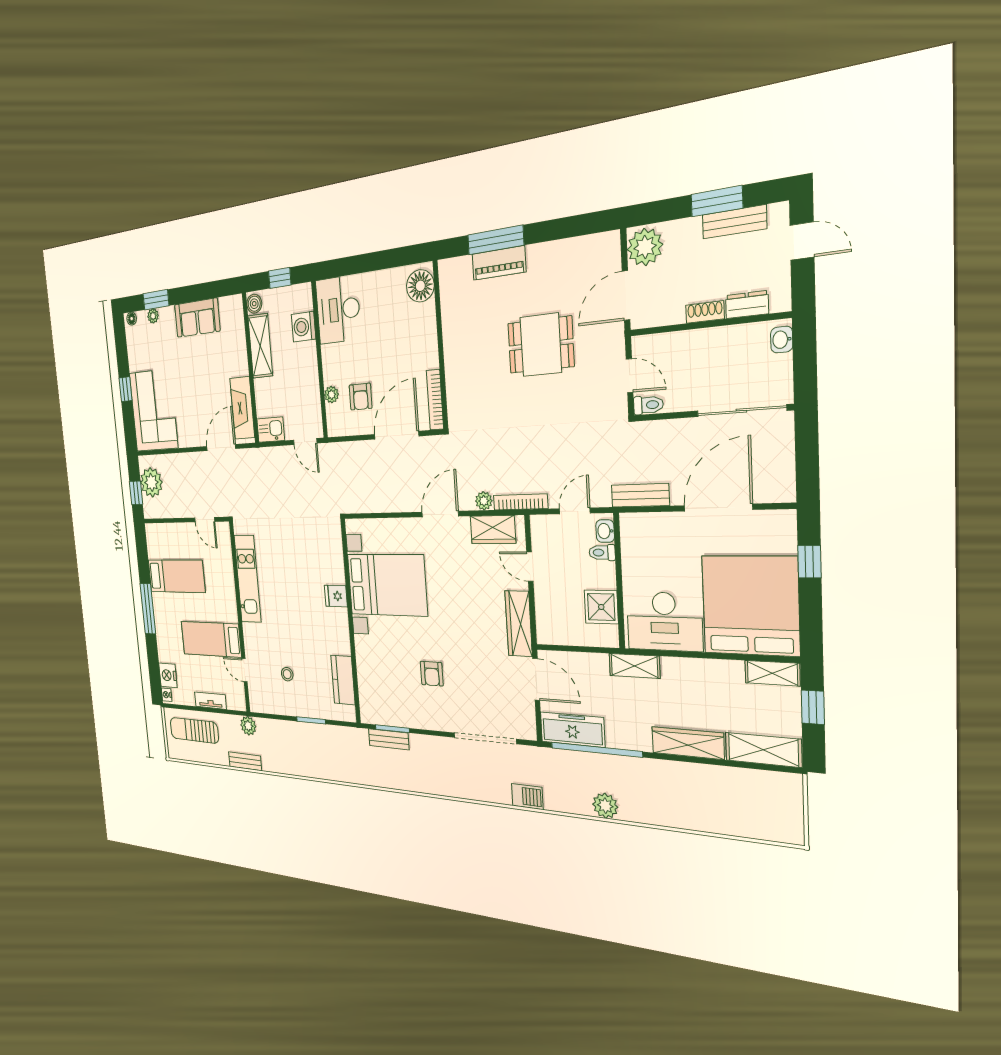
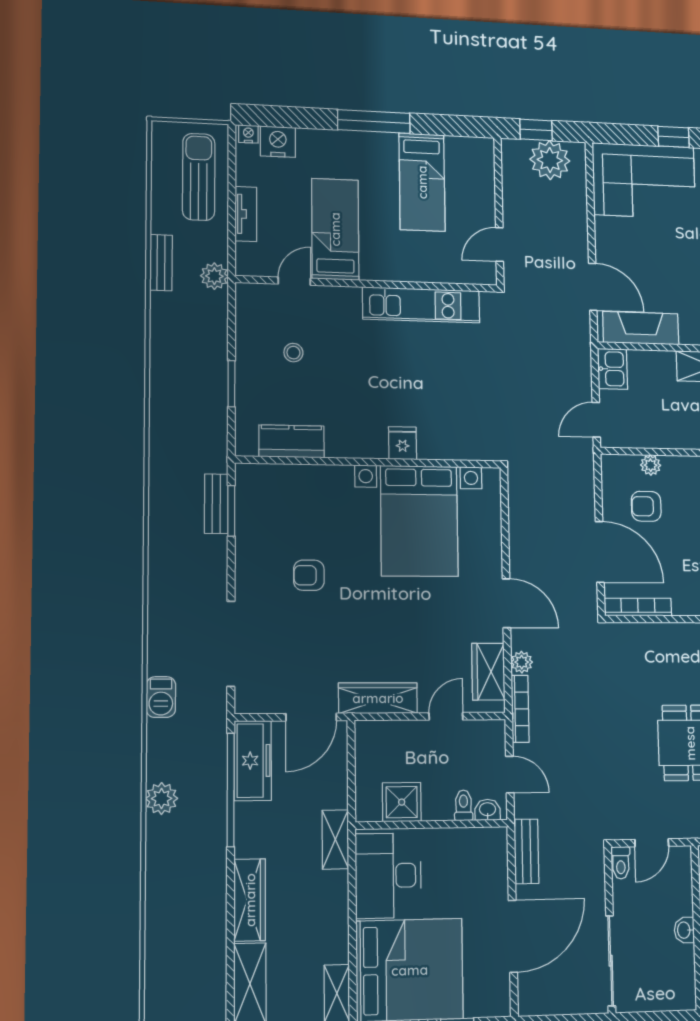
washbasin: (782, 340) -> (684, 930), moved, turned -90
door: (718, 508) -> (513, 936), hinge flipped

